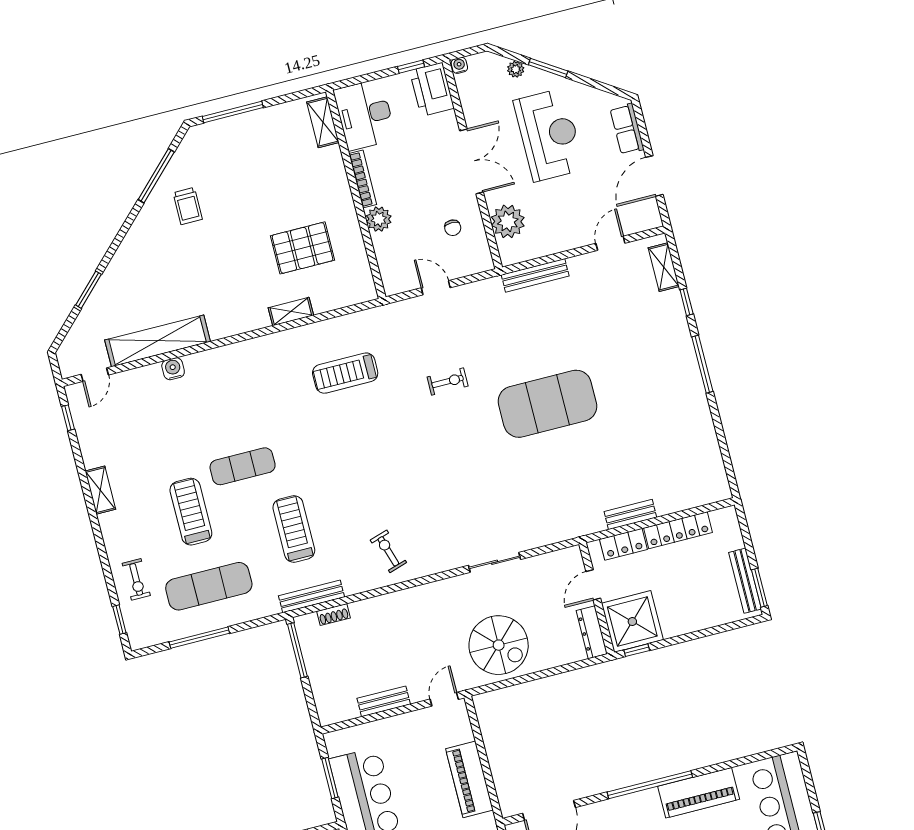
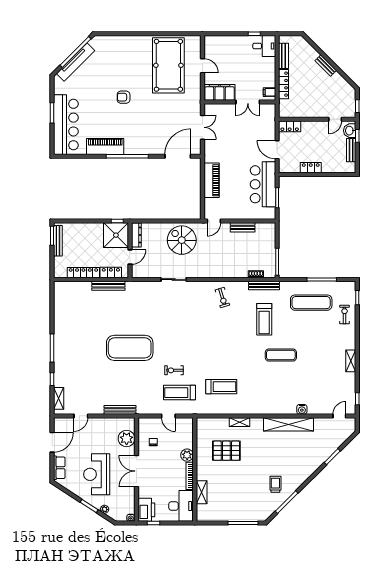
shelving: (323, 122) -> (202, 492), moved
shelving: (158, 341) -> (288, 424), moved
treadmill: (191, 512) -> (179, 393), moved, turned 90
bench: (630, 514) -> (108, 286), width x1.36

